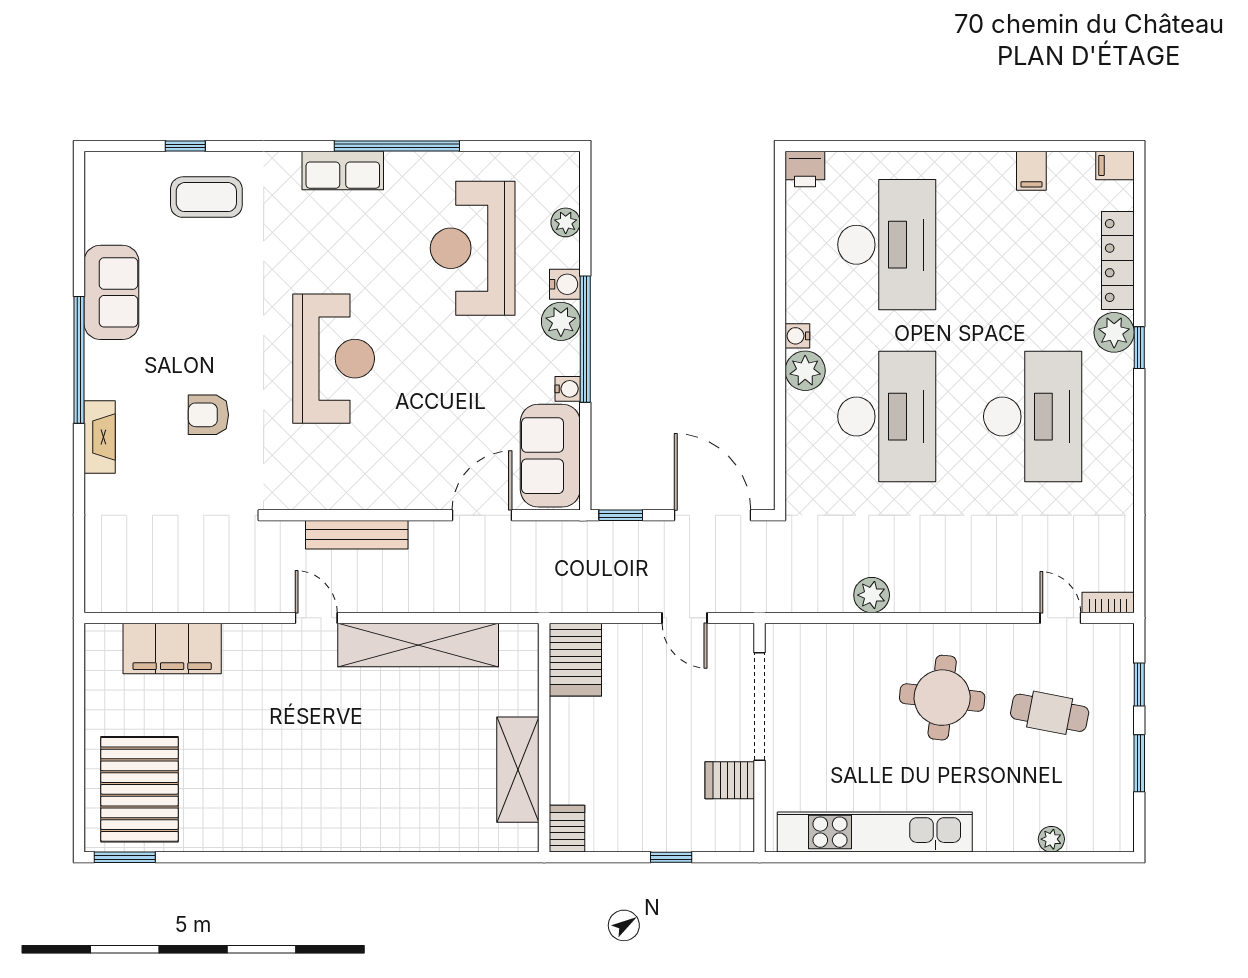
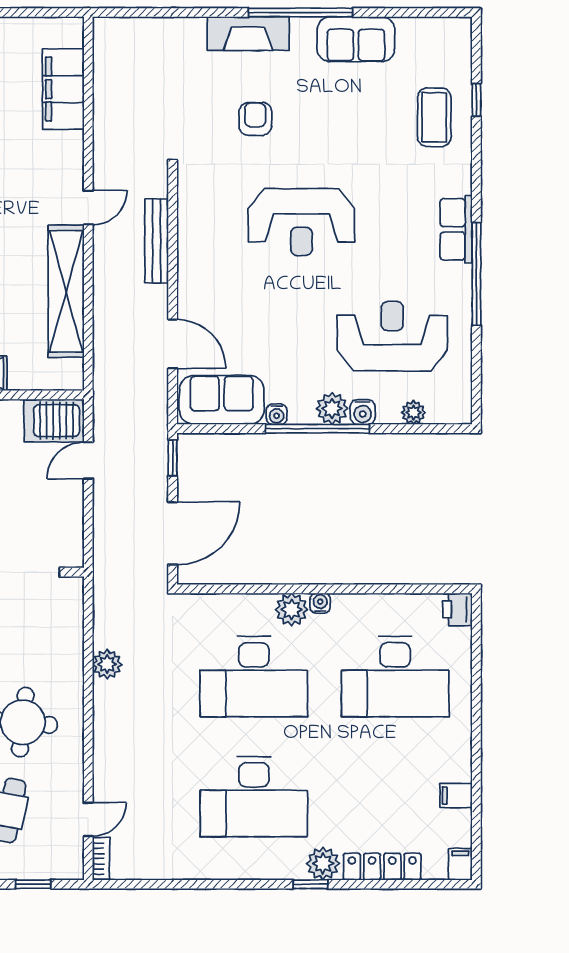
fireplace: (100, 437) -> (248, 34), width x1.37, depth x1.32
door: (684, 618) -> (88, 461), moved

